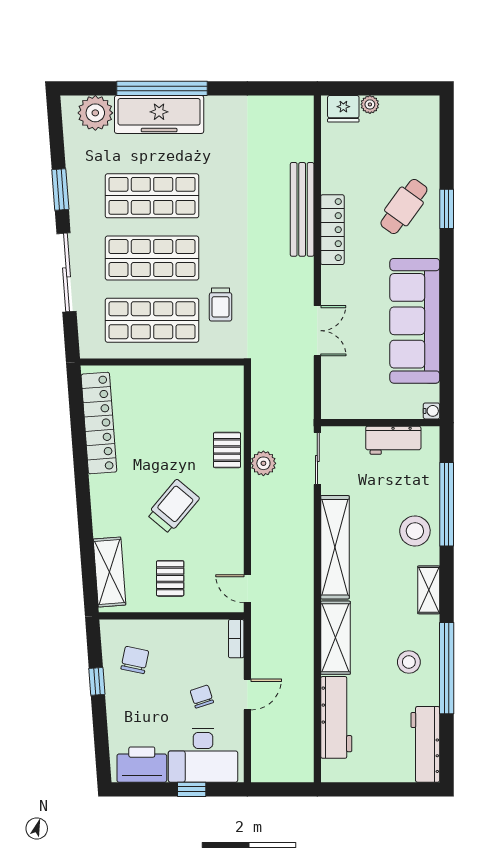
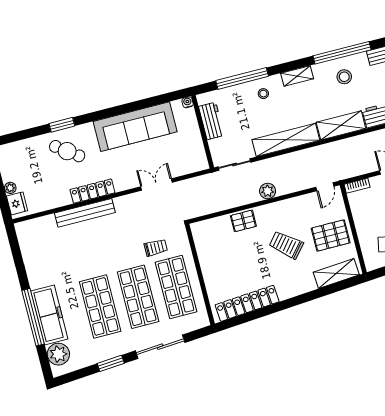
plant: (263, 463) -> (268, 191), moved
stool: (415, 531) -> (263, 94), width x0.53, depth x0.53
pallet: (170, 578) -> (331, 235), width x1.50, depth x1.42

